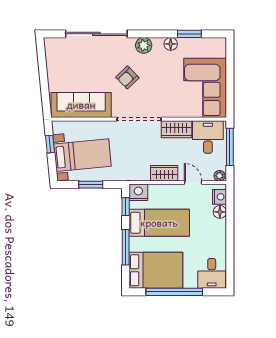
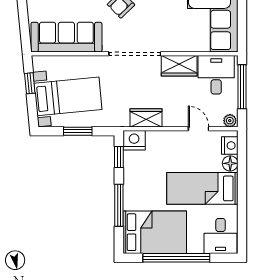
wardrobe: (164, 173) -> (146, 118), moved
bed: (159, 223) -> (202, 188), moved, turned 180

